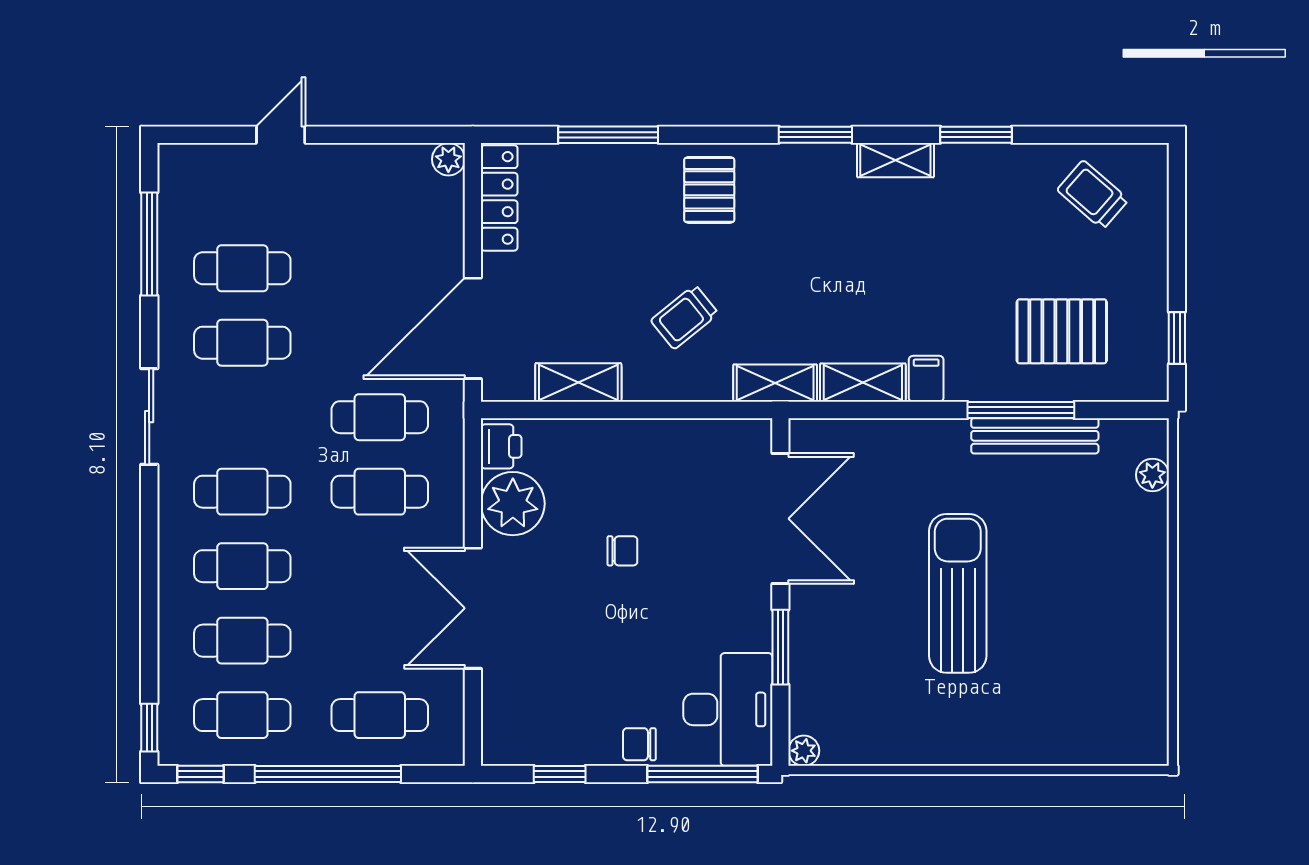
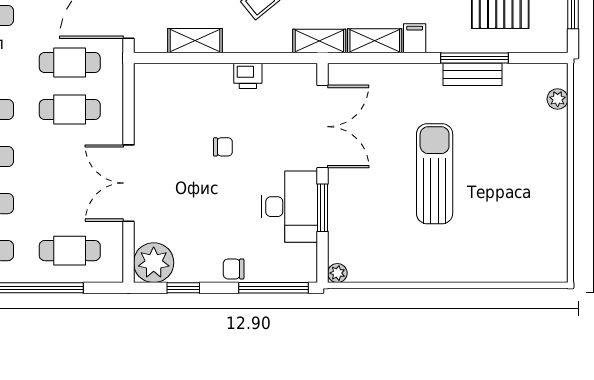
bench: (1035, 436) -> (473, 74), width x0.73
printer: (501, 446) -> (248, 76), moved, turned 90
plant: (513, 504) -> (154, 263), moved
desk: (728, 709) -> (289, 207), moved

